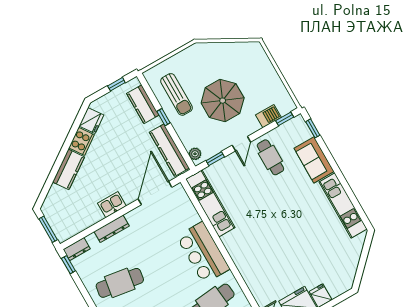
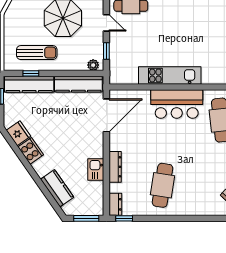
kitchen counter: (143, 104) -> (29, 84), width x1.50
window: (164, 117) -> (31, 73), moved
kitchen counter: (68, 169) -> (57, 188), moved
door: (155, 193) -> (106, 115), swing flipped
kitchen unit: (210, 203) -> (170, 76), moved
kitchen sink: (112, 205) -> (96, 169), moved

